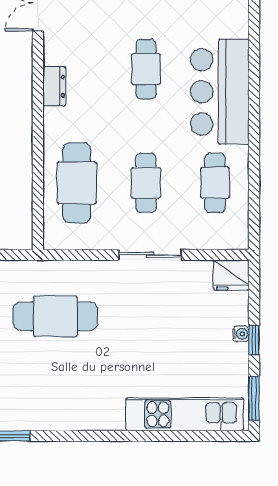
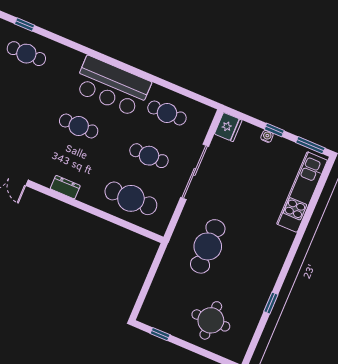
sliding door: (150, 255) -> (195, 172), width x1.37

